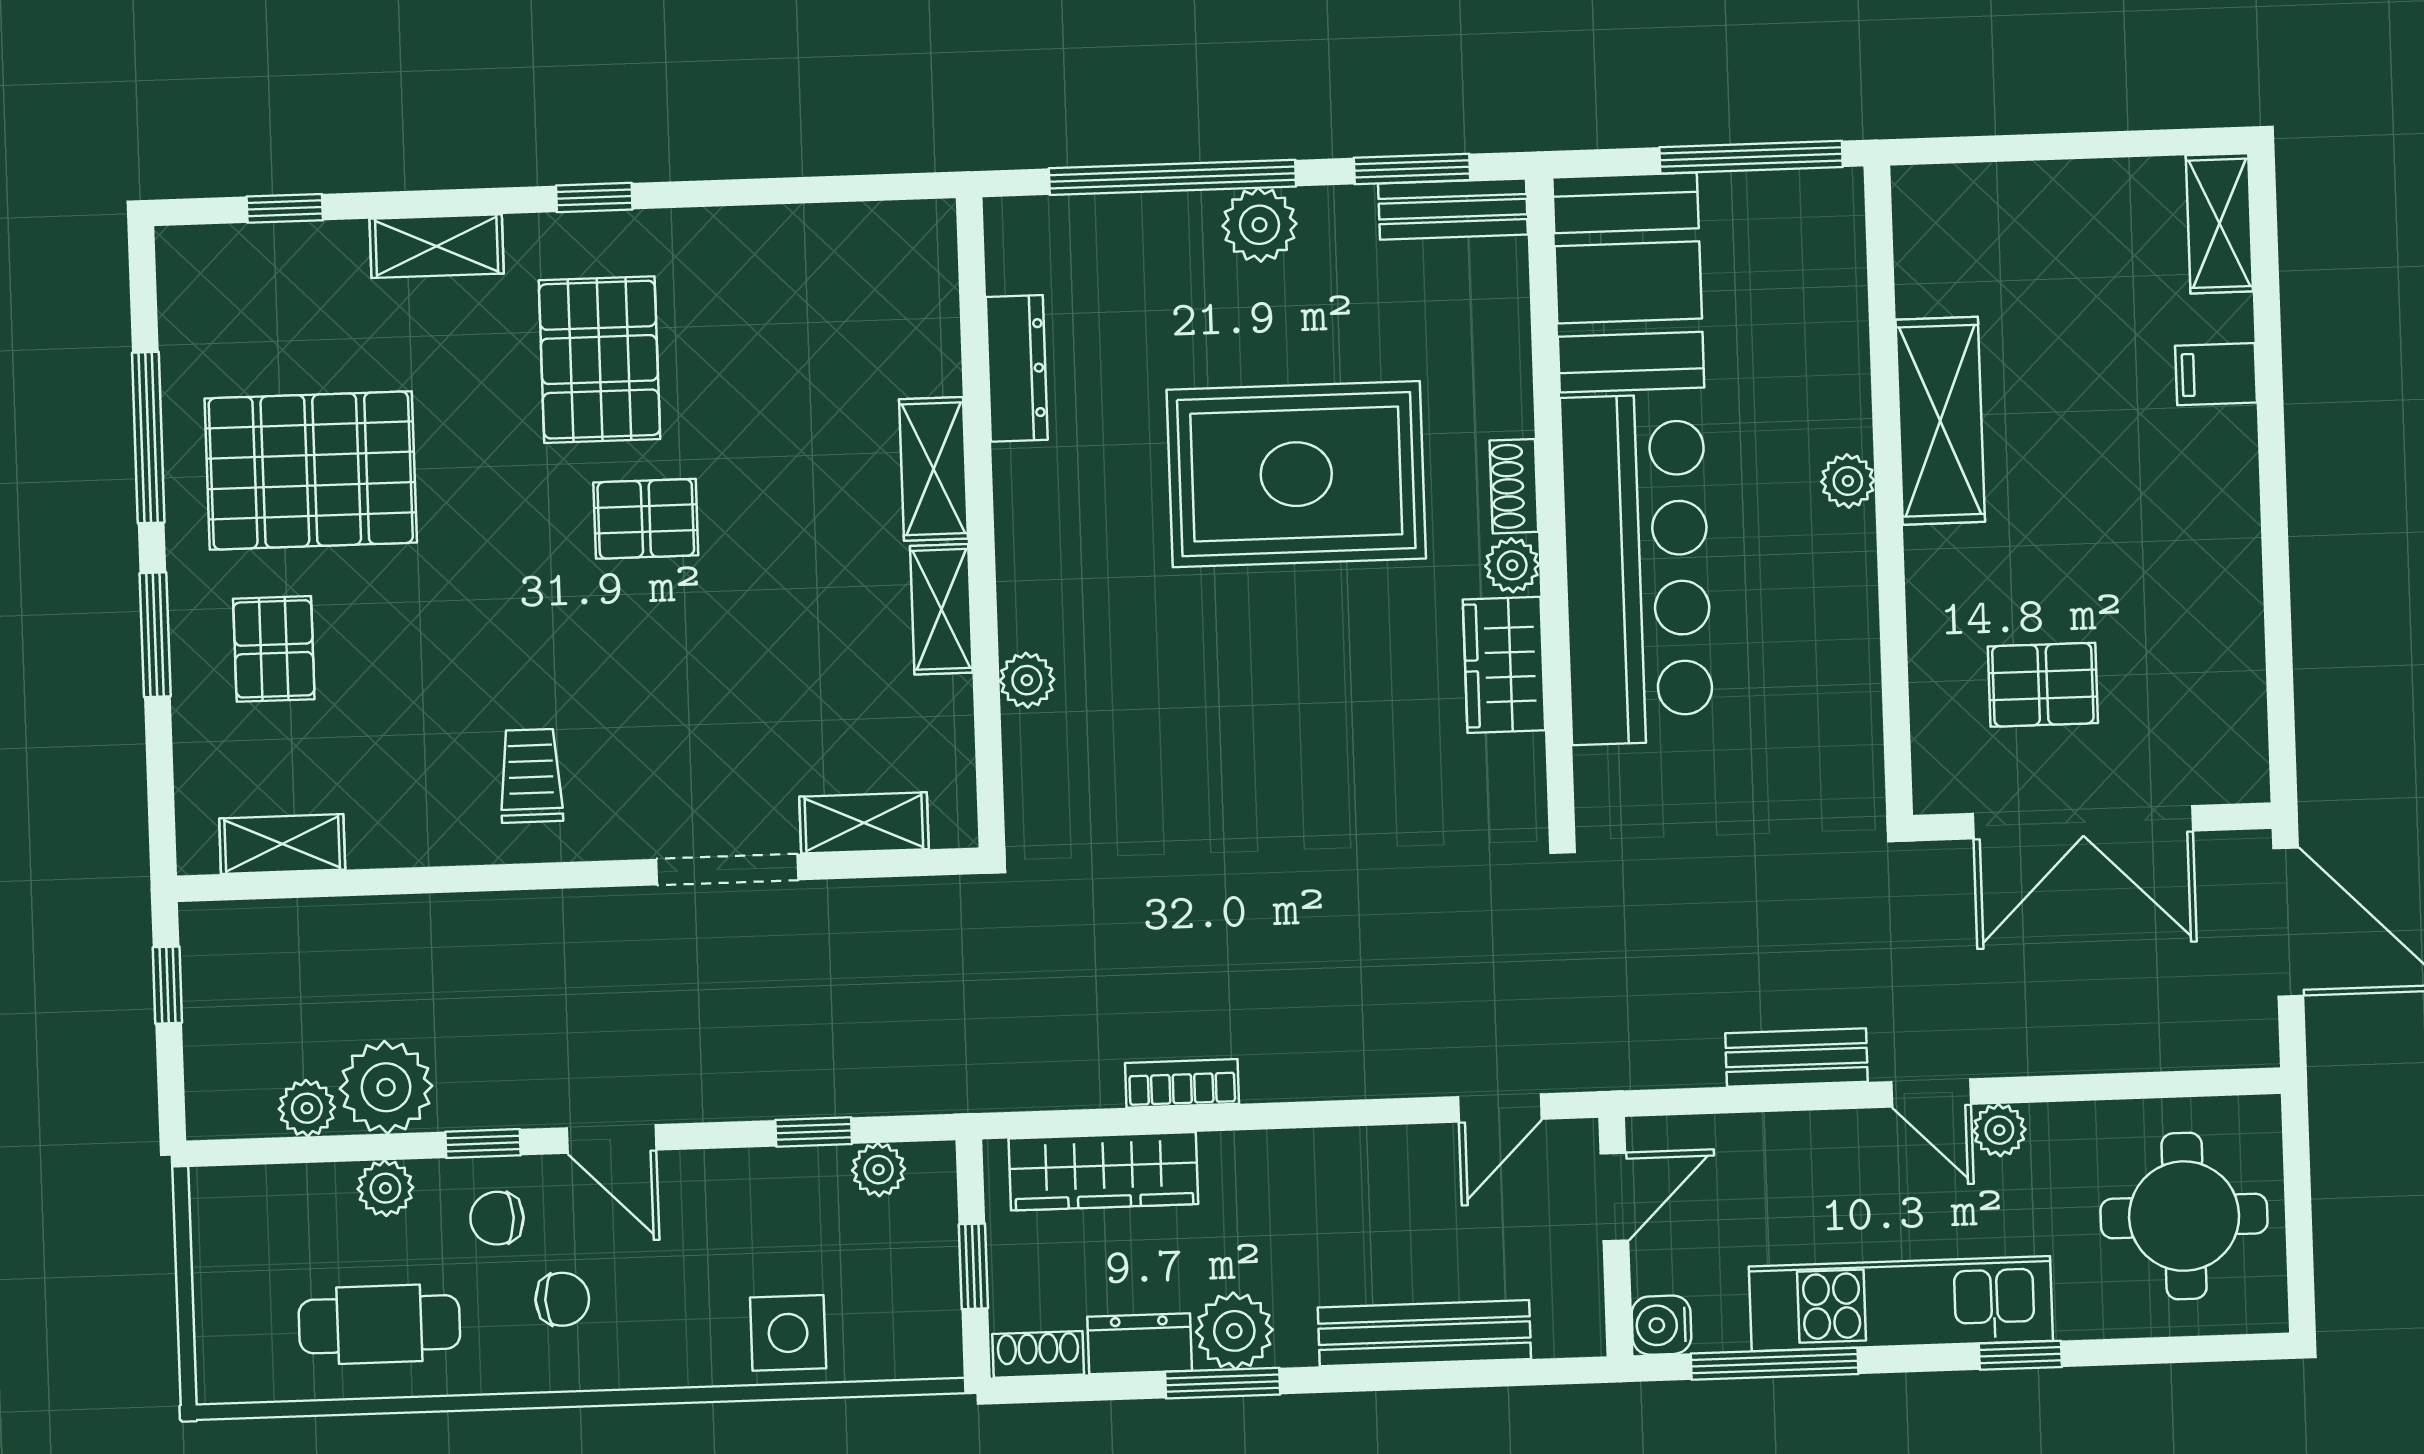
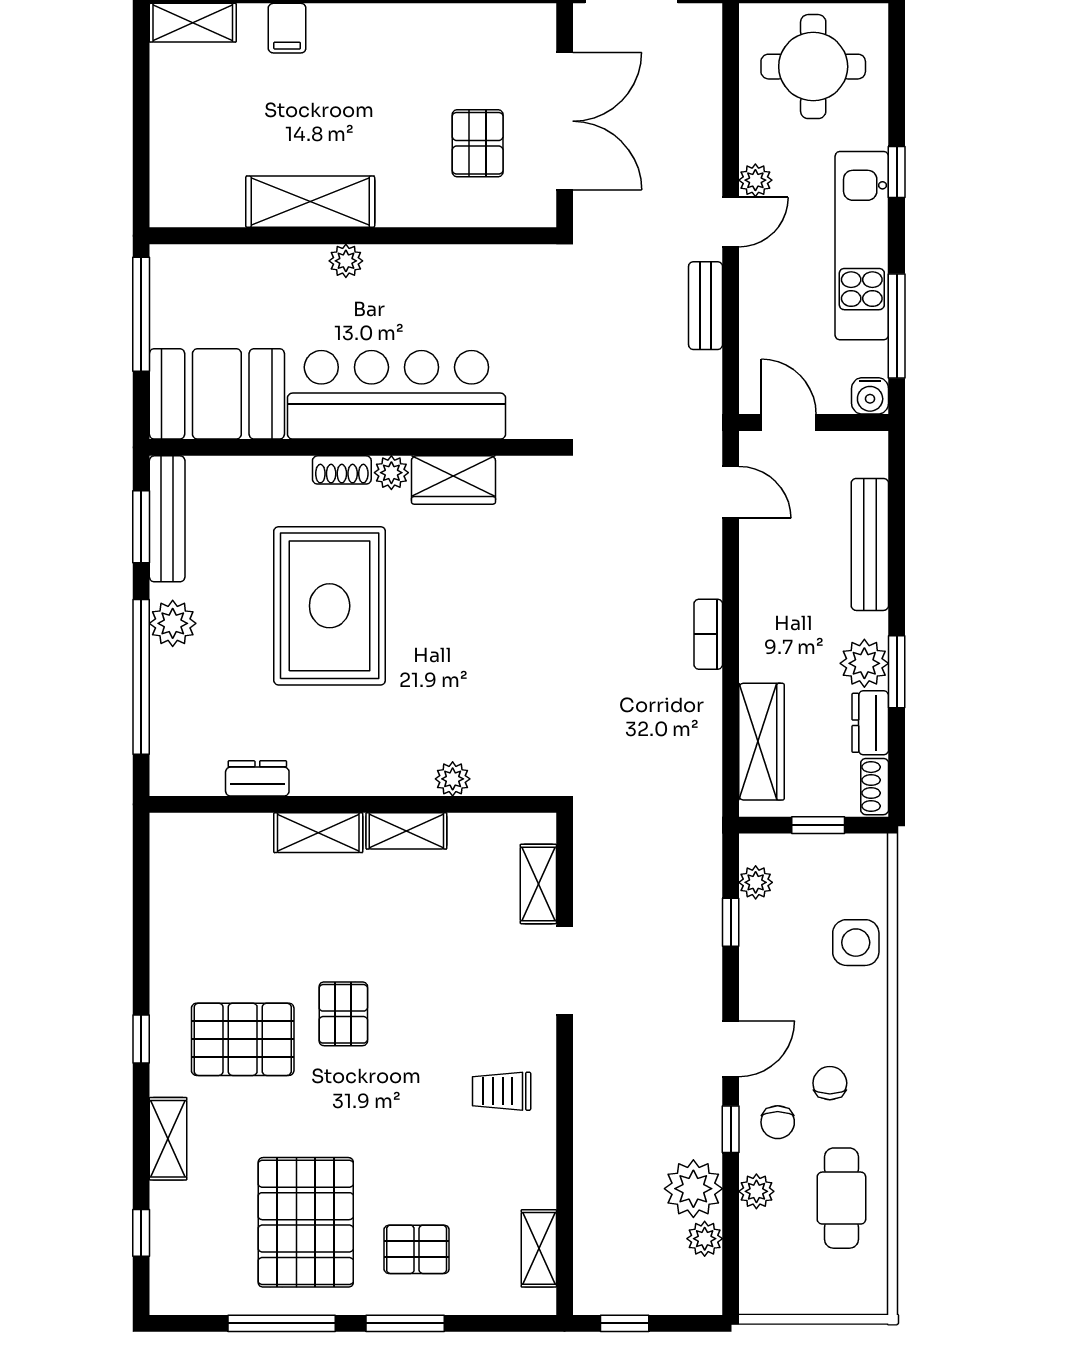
bench: (1453, 209) -> (167, 519), width x1.36
dresser: (1017, 368) -> (257, 778), width x0.70
bookcase: (1182, 1083) -> (708, 634), moved

